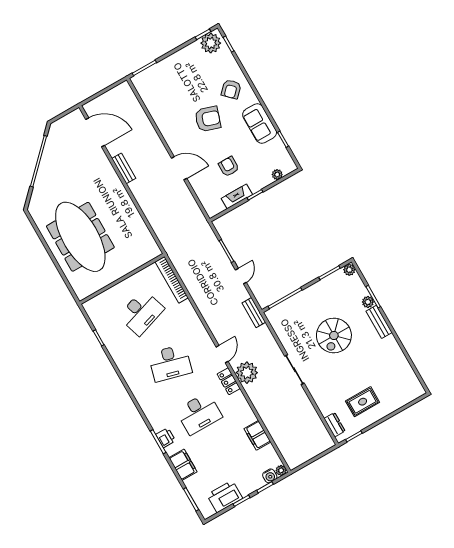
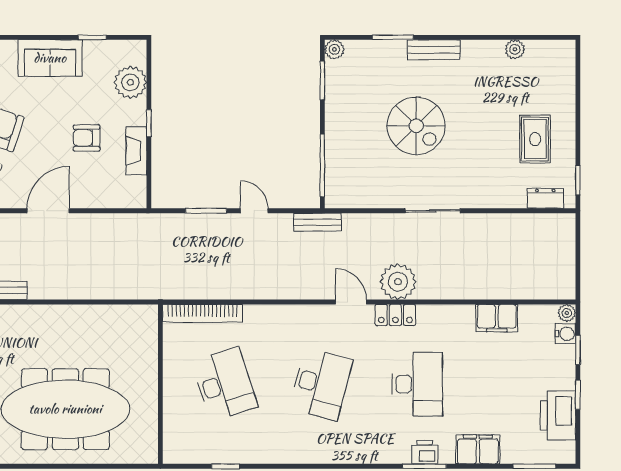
plant: (277, 175) -> (130, 82), width x1.88, depth x1.88
plant: (368, 302) -> (515, 49), moved

